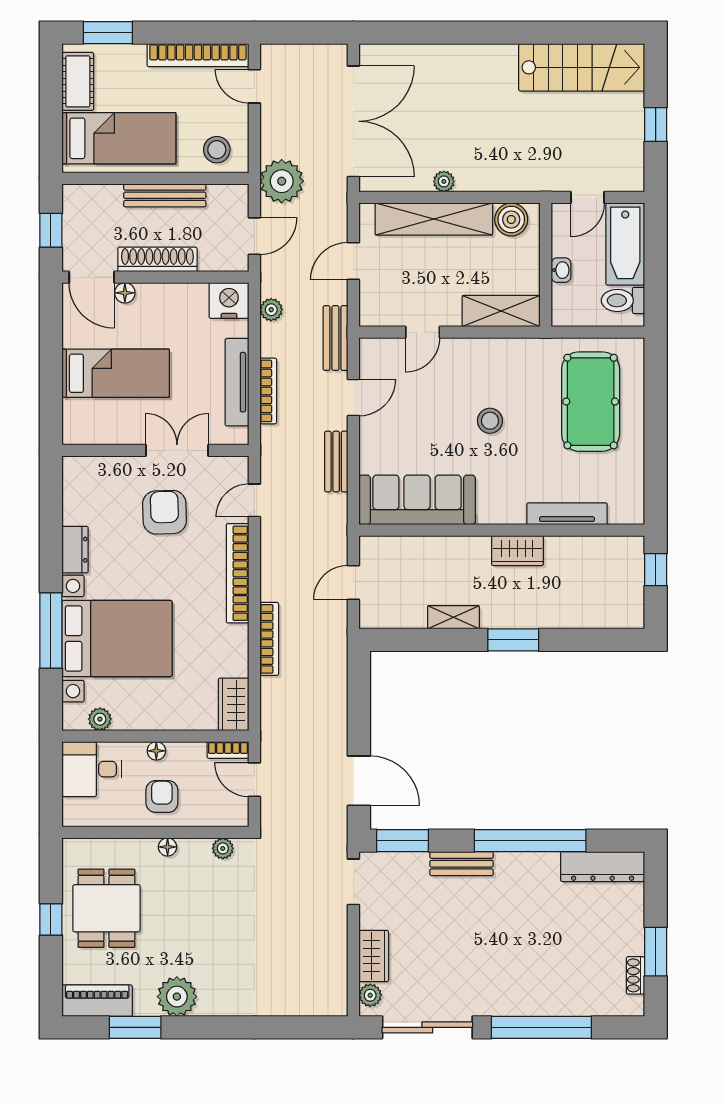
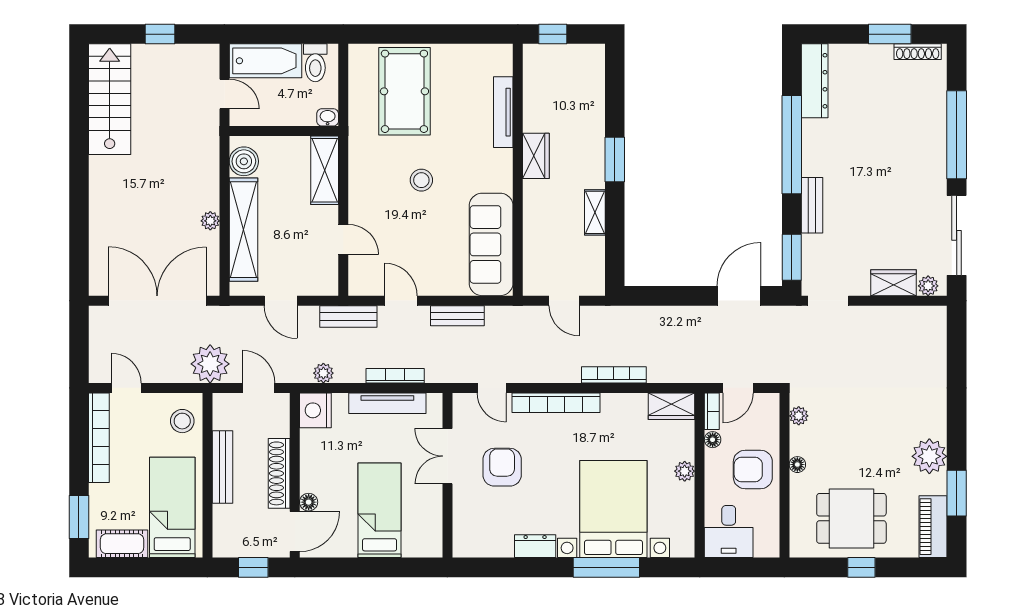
door: (254, 86) -> (126, 388), swing flipped
washbasin: (561, 270) -> (328, 117), moved
pool table: (591, 402) -> (404, 91), turned 90
armchair: (165, 512) -> (502, 467), turned 92
plant: (100, 719) -> (685, 471), moved
floor lamp: (156, 751) -> (713, 440), moved
armchair: (162, 796) -> (753, 470), width x1.38, depth x1.38
shoe rack: (636, 975) -> (918, 52), width x1.43

